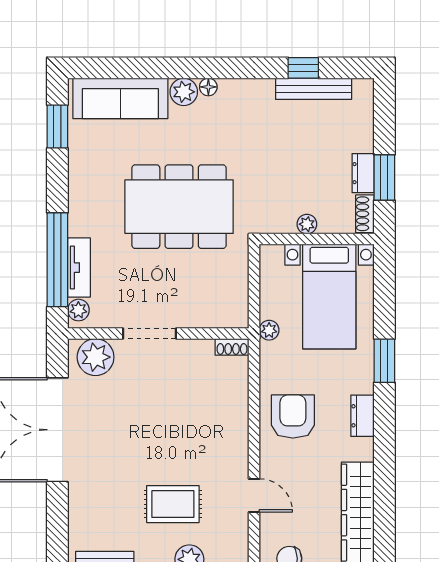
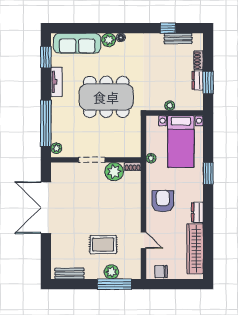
bench: (314, 89) -> (178, 38), width x0.73
shoe rack: (365, 214) -> (199, 60), moved
tv unit: (79, 268) -> (57, 82), moved
plant: (96, 357) -> (114, 172), moved
dresser: (362, 416) -> (197, 212), moved

